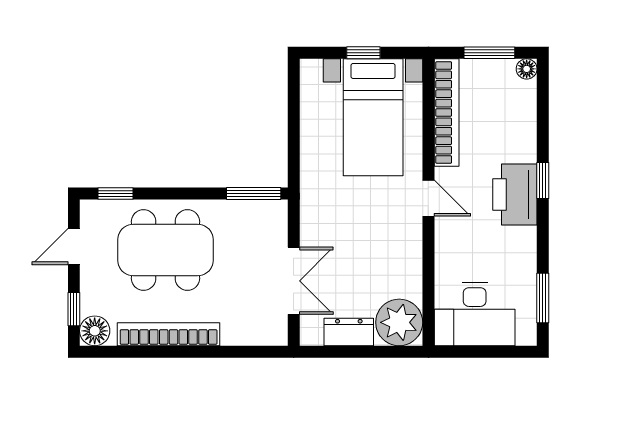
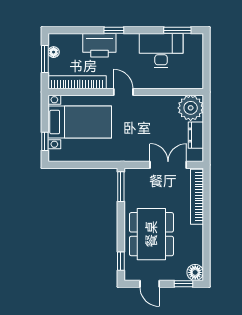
window: (363, 53) -> (45, 141), moved
floor lamp: (527, 69) -> (54, 52), moved
printer: (515, 194) -> (99, 45), moved
door: (428, 198) -> (123, 92), hinge flipped
desk: (475, 314) -> (161, 51), moved, turned -90
bookcase: (169, 334) -> (197, 197), moved

